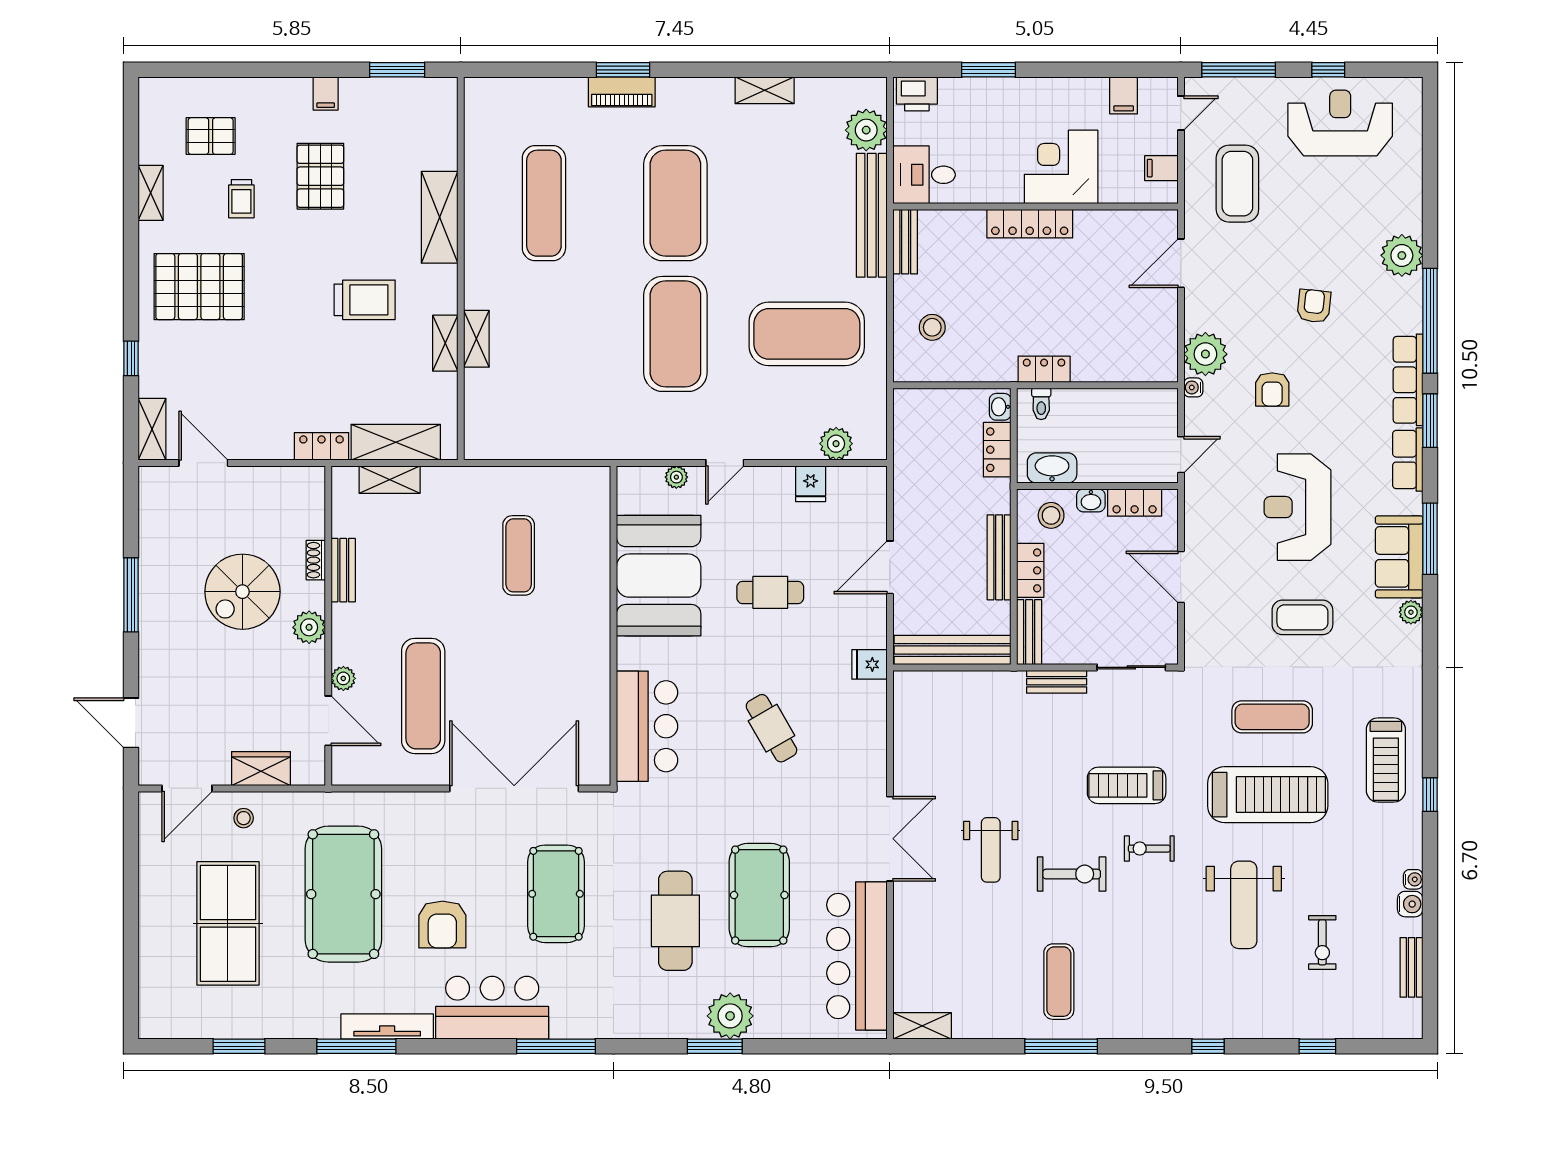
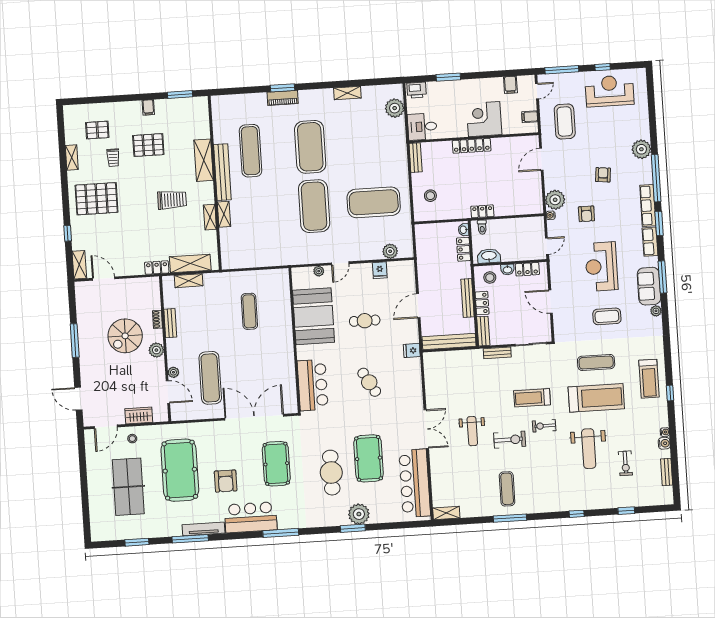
pallet: (320, 176) -> (148, 145), turned 90
bench: (872, 215) -> (222, 172), moved

